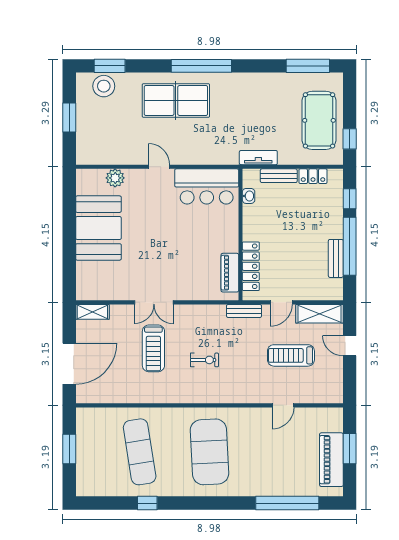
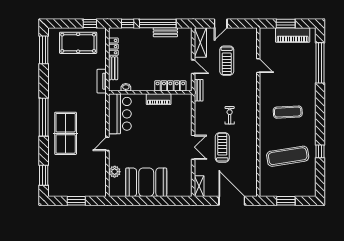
stool: (104, 86) -> (56, 179), removed
piano: (230, 273) -> (159, 99), moved
treadmill: (153, 348) -> (222, 147), turned -90
exercise mat: (209, 452) -> (288, 112), width x0.50, depth x0.69

